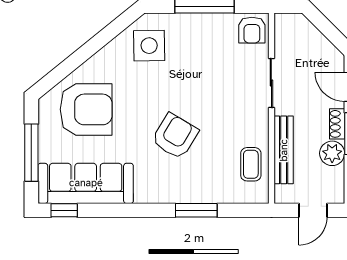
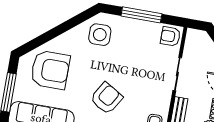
armchair: (252, 30) -> (170, 36), turned 90

